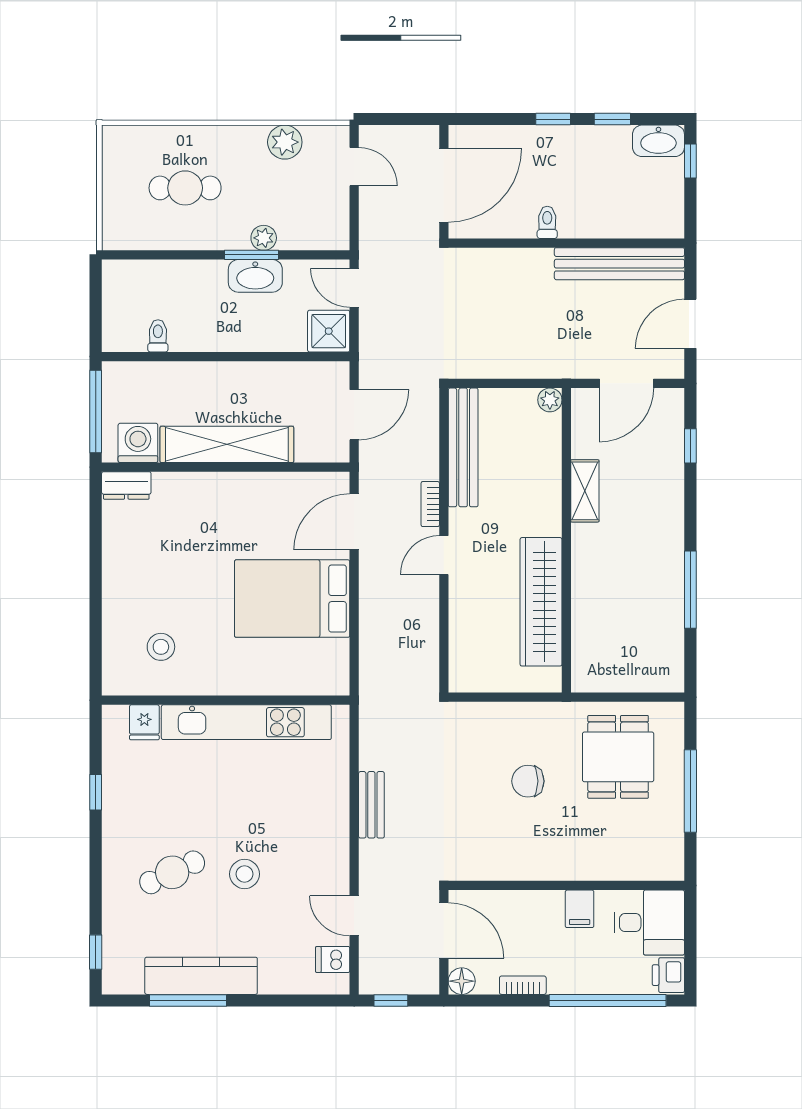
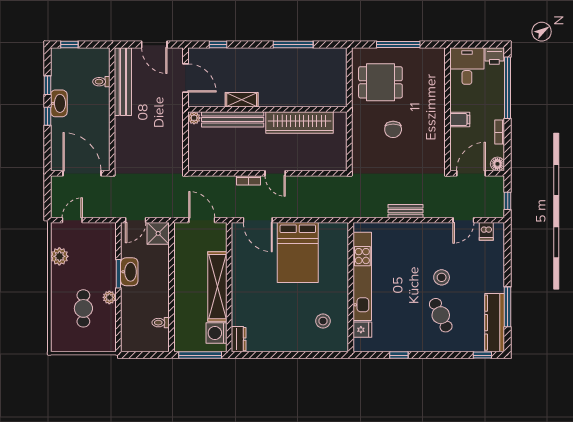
washbasin: (658, 141) -> (59, 103), moved
toilet: (547, 222) -> (101, 82), moved
plant: (264, 238) -> (109, 297), moved
bench: (463, 447) -> (233, 119), moved
filing cabinet: (580, 909) -> (460, 120), moved
kitchen counter: (201, 976) -> (495, 323), moved

